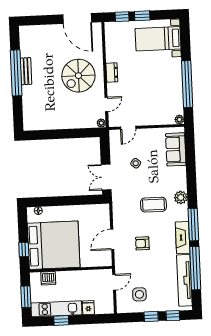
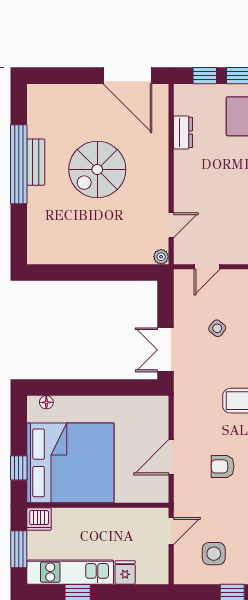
dresser: (112, 73) -> (183, 132), moved
spiral stairs: (78, 76) -> (97, 169), moved
dishwasher: (48, 278) -> (39, 519), moved

